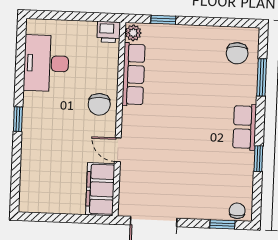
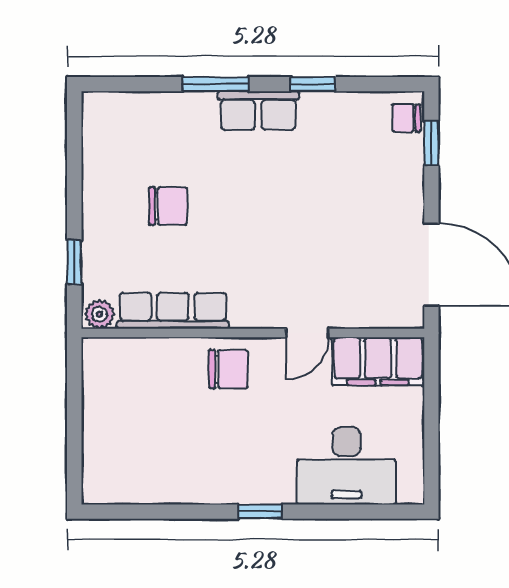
printer: (109, 32) -> (100, 357), removed
chair: (237, 53) -> (168, 206), moved
desk: (46, 63) -> (347, 466), moved
window: (262, 77) -> (215, 84), moved

